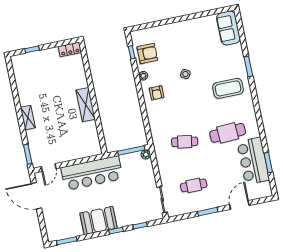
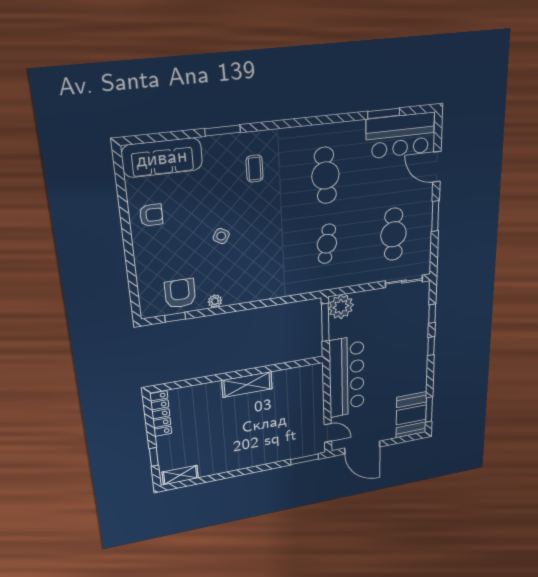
sofa: (228, 28) -> (162, 158), width x1.36
locker: (70, 49) -> (161, 414), width x1.53
coffee table: (228, 88) -> (255, 169), width x0.54, depth x0.58
armchair: (157, 93) -> (151, 215), moved
shelving: (28, 118) -> (180, 475), moved
plant: (146, 154) -> (341, 307), width x1.88, depth x1.88
bar counter: (253, 161) -> (400, 136), moved
cafe table: (194, 185) -> (394, 234), width x1.37, depth x1.35
door: (36, 196) -> (362, 447), hinge flipped
booth: (99, 221) -> (411, 415), moved

